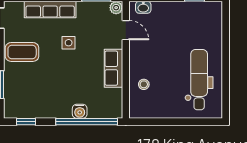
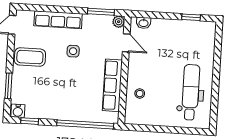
row of seats: (113, 68) -> (112, 85), width x1.48
water cooler: (80, 111) -> (18, 111), moved

